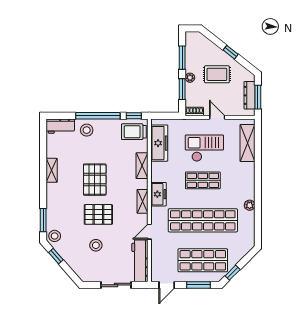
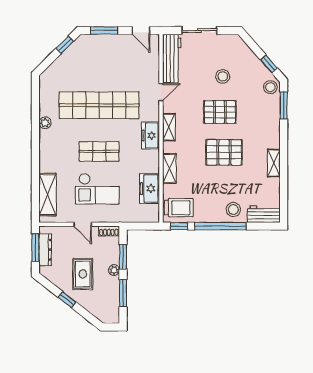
rug: (217, 74) -> (83, 274), turned 90
freezer: (159, 143) -> (149, 188), width x0.71
pallet: (95, 180) -> (224, 152), turned 90
shop shelf: (203, 260) -> (99, 59), removed
door: (167, 285) -> (141, 31), swing flipped

